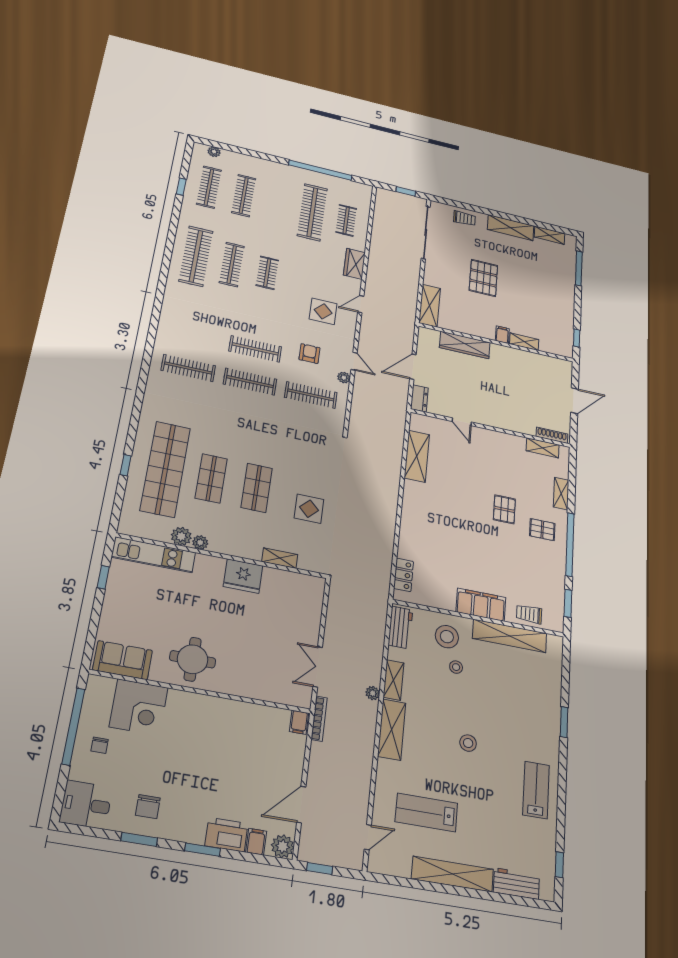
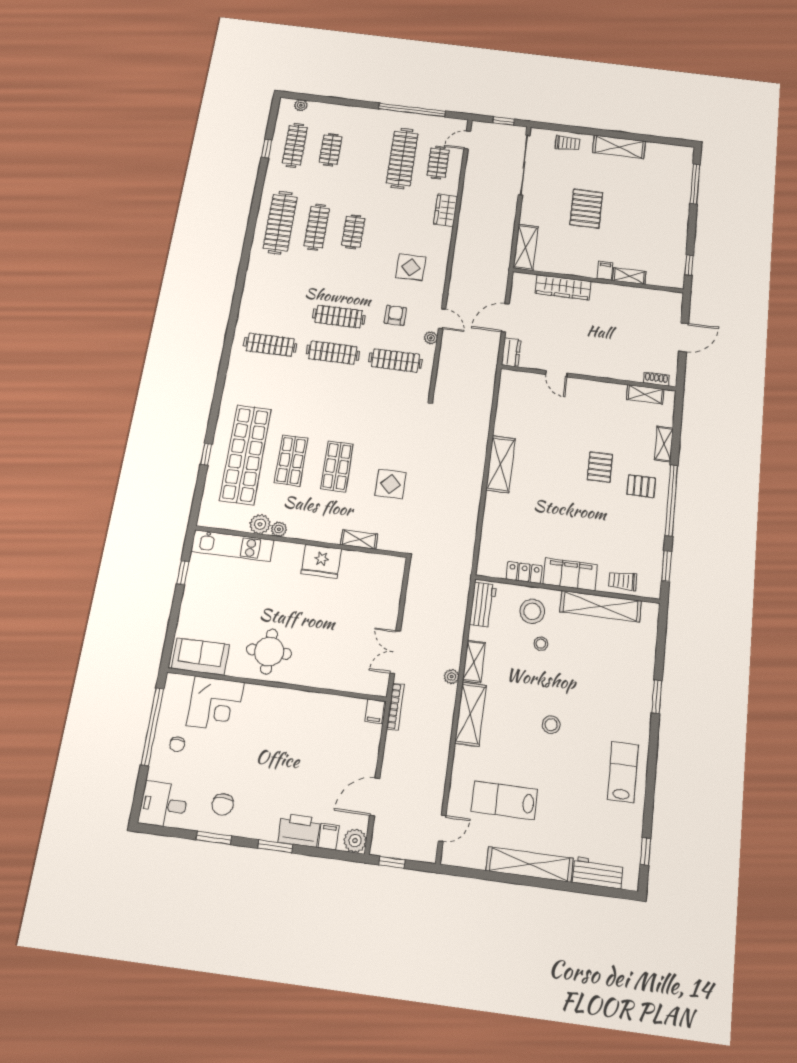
clothes rail: (244, 196) -> (331, 150), width x0.73
shelving: (550, 235) -> (663, 150), removed
door: (361, 304) -> (467, 140), moved
shoe rack: (552, 435) -> (656, 379), width x0.70
shelving: (417, 456) -> (501, 464), moved
locker: (403, 575) -> (524, 573), moved, turned -90

